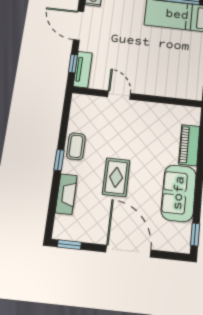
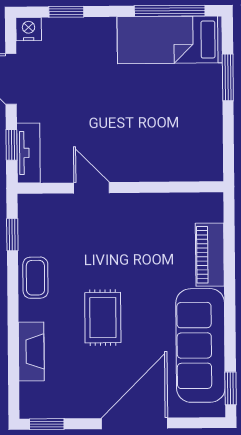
window: (59, 160) -> (12, 235), moved
sofa: (179, 193) -> (201, 345), width x1.36
door: (128, 251) -> (134, 423), hinge flipped

